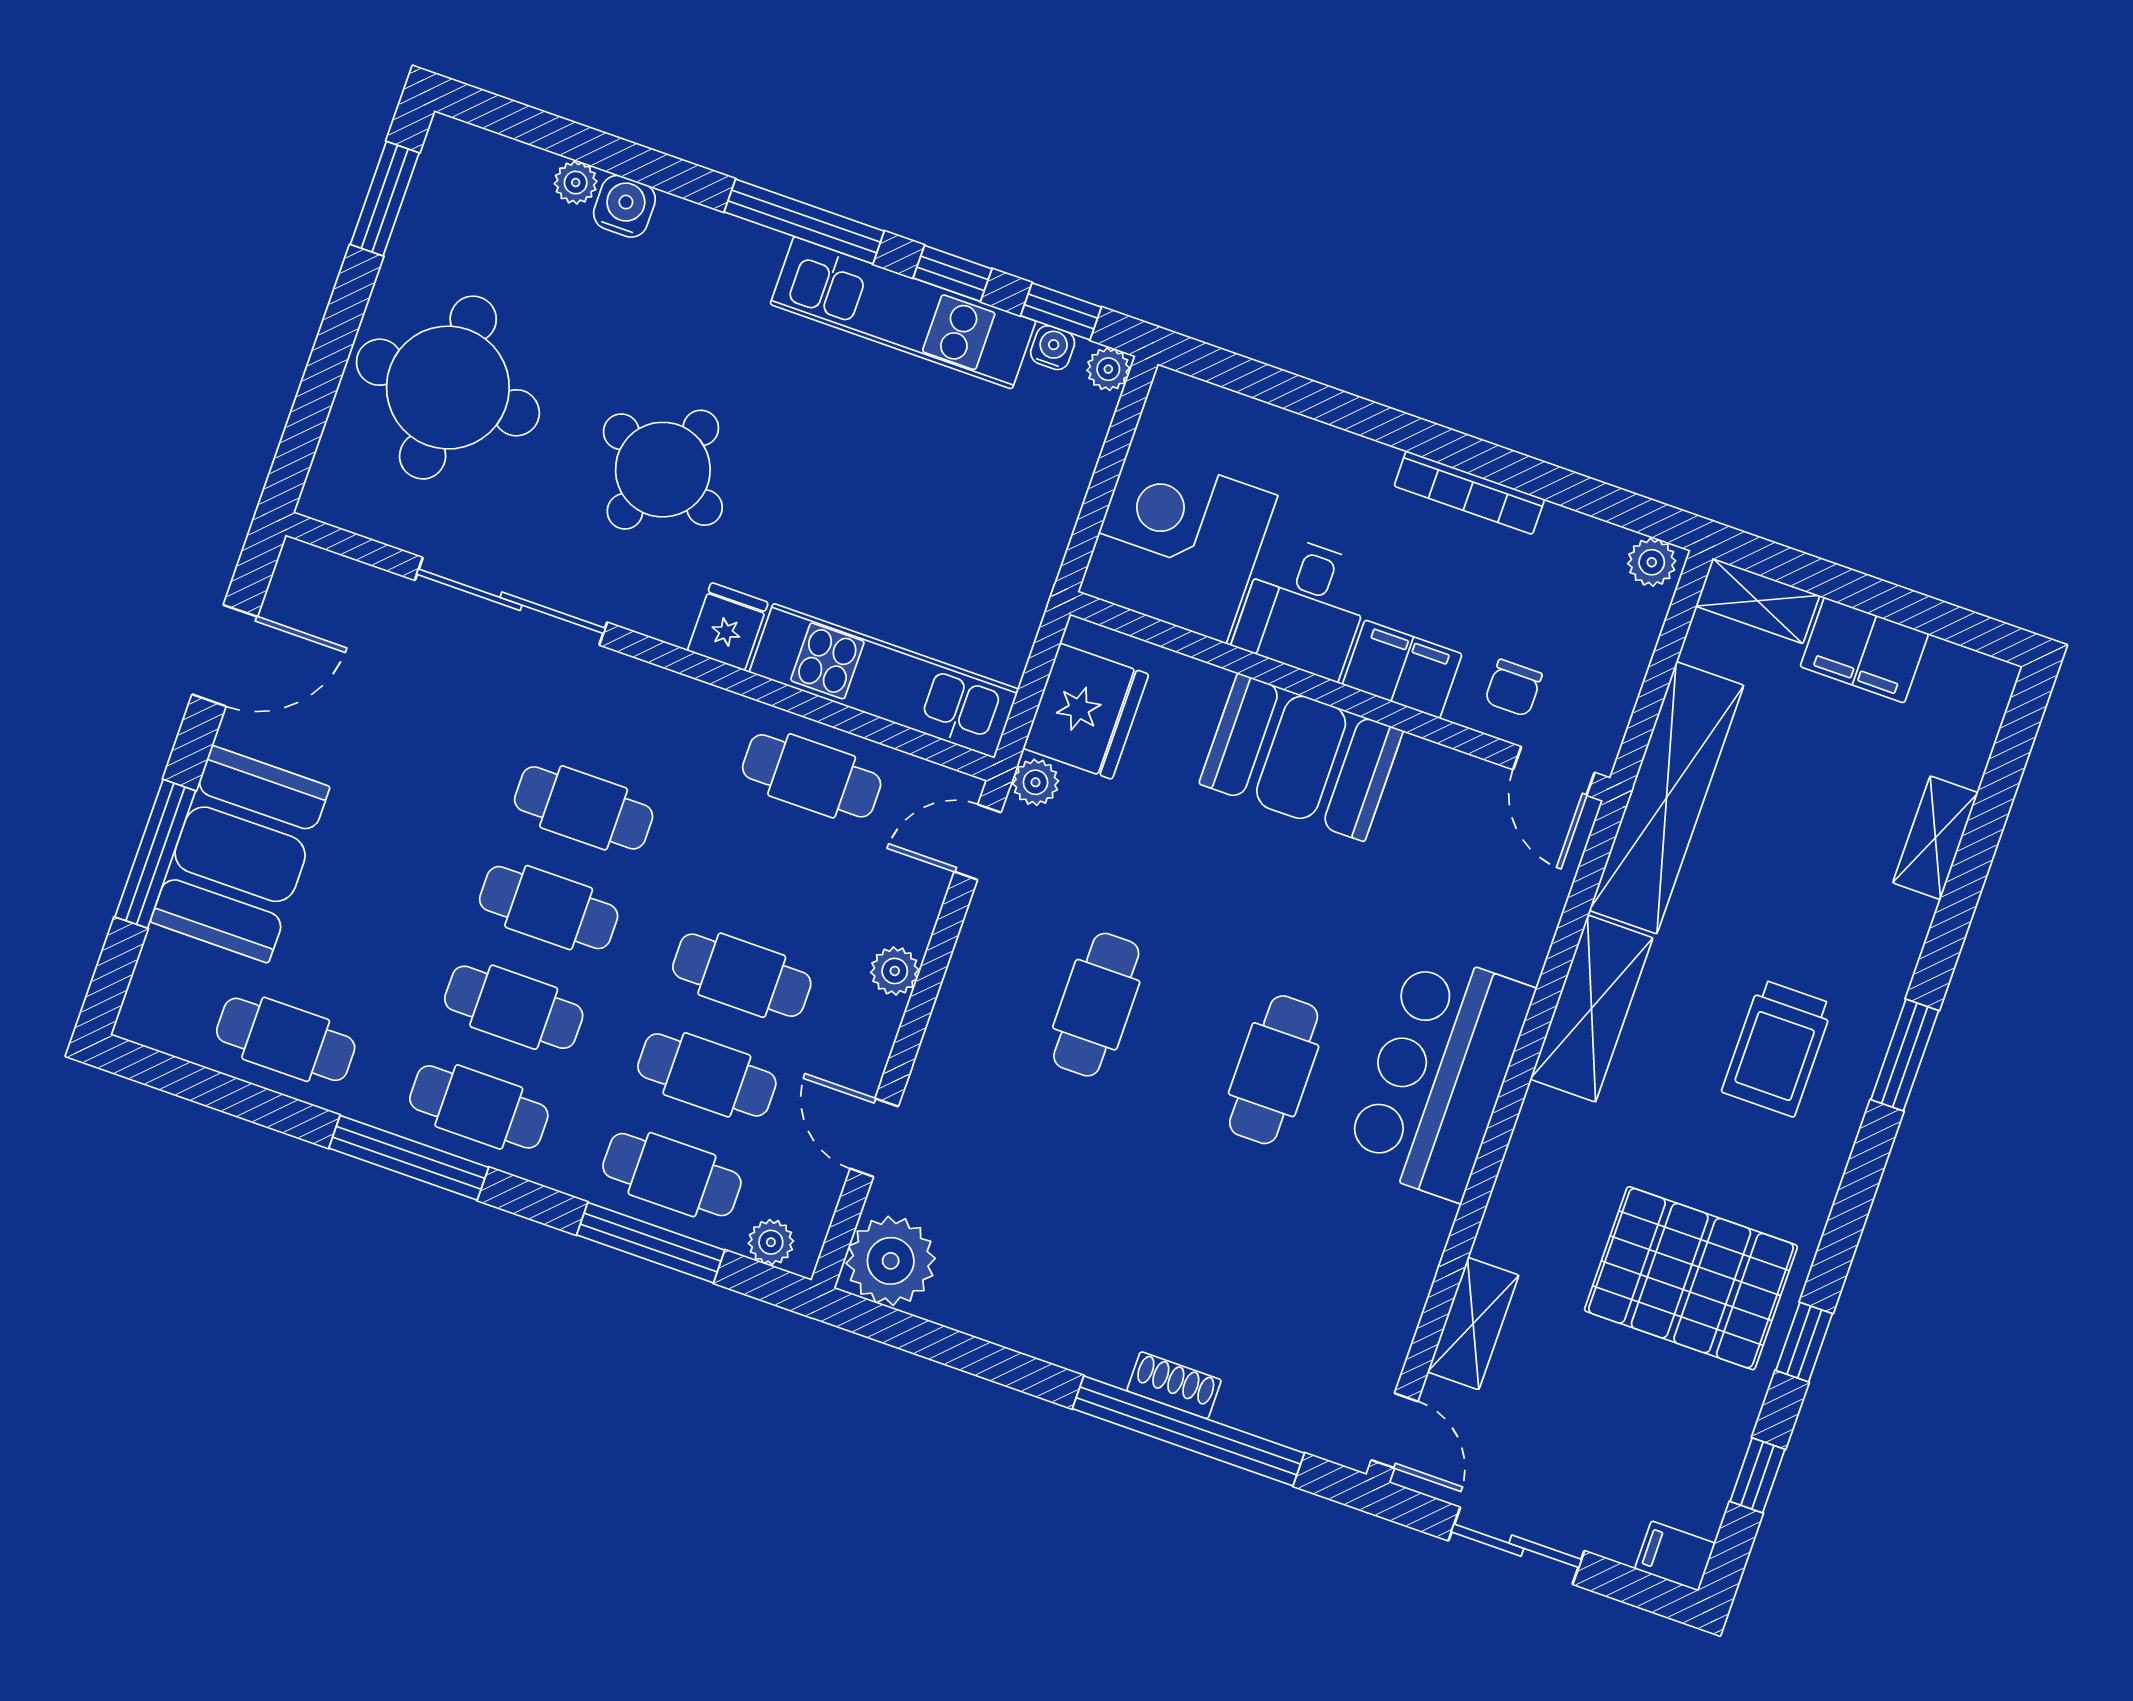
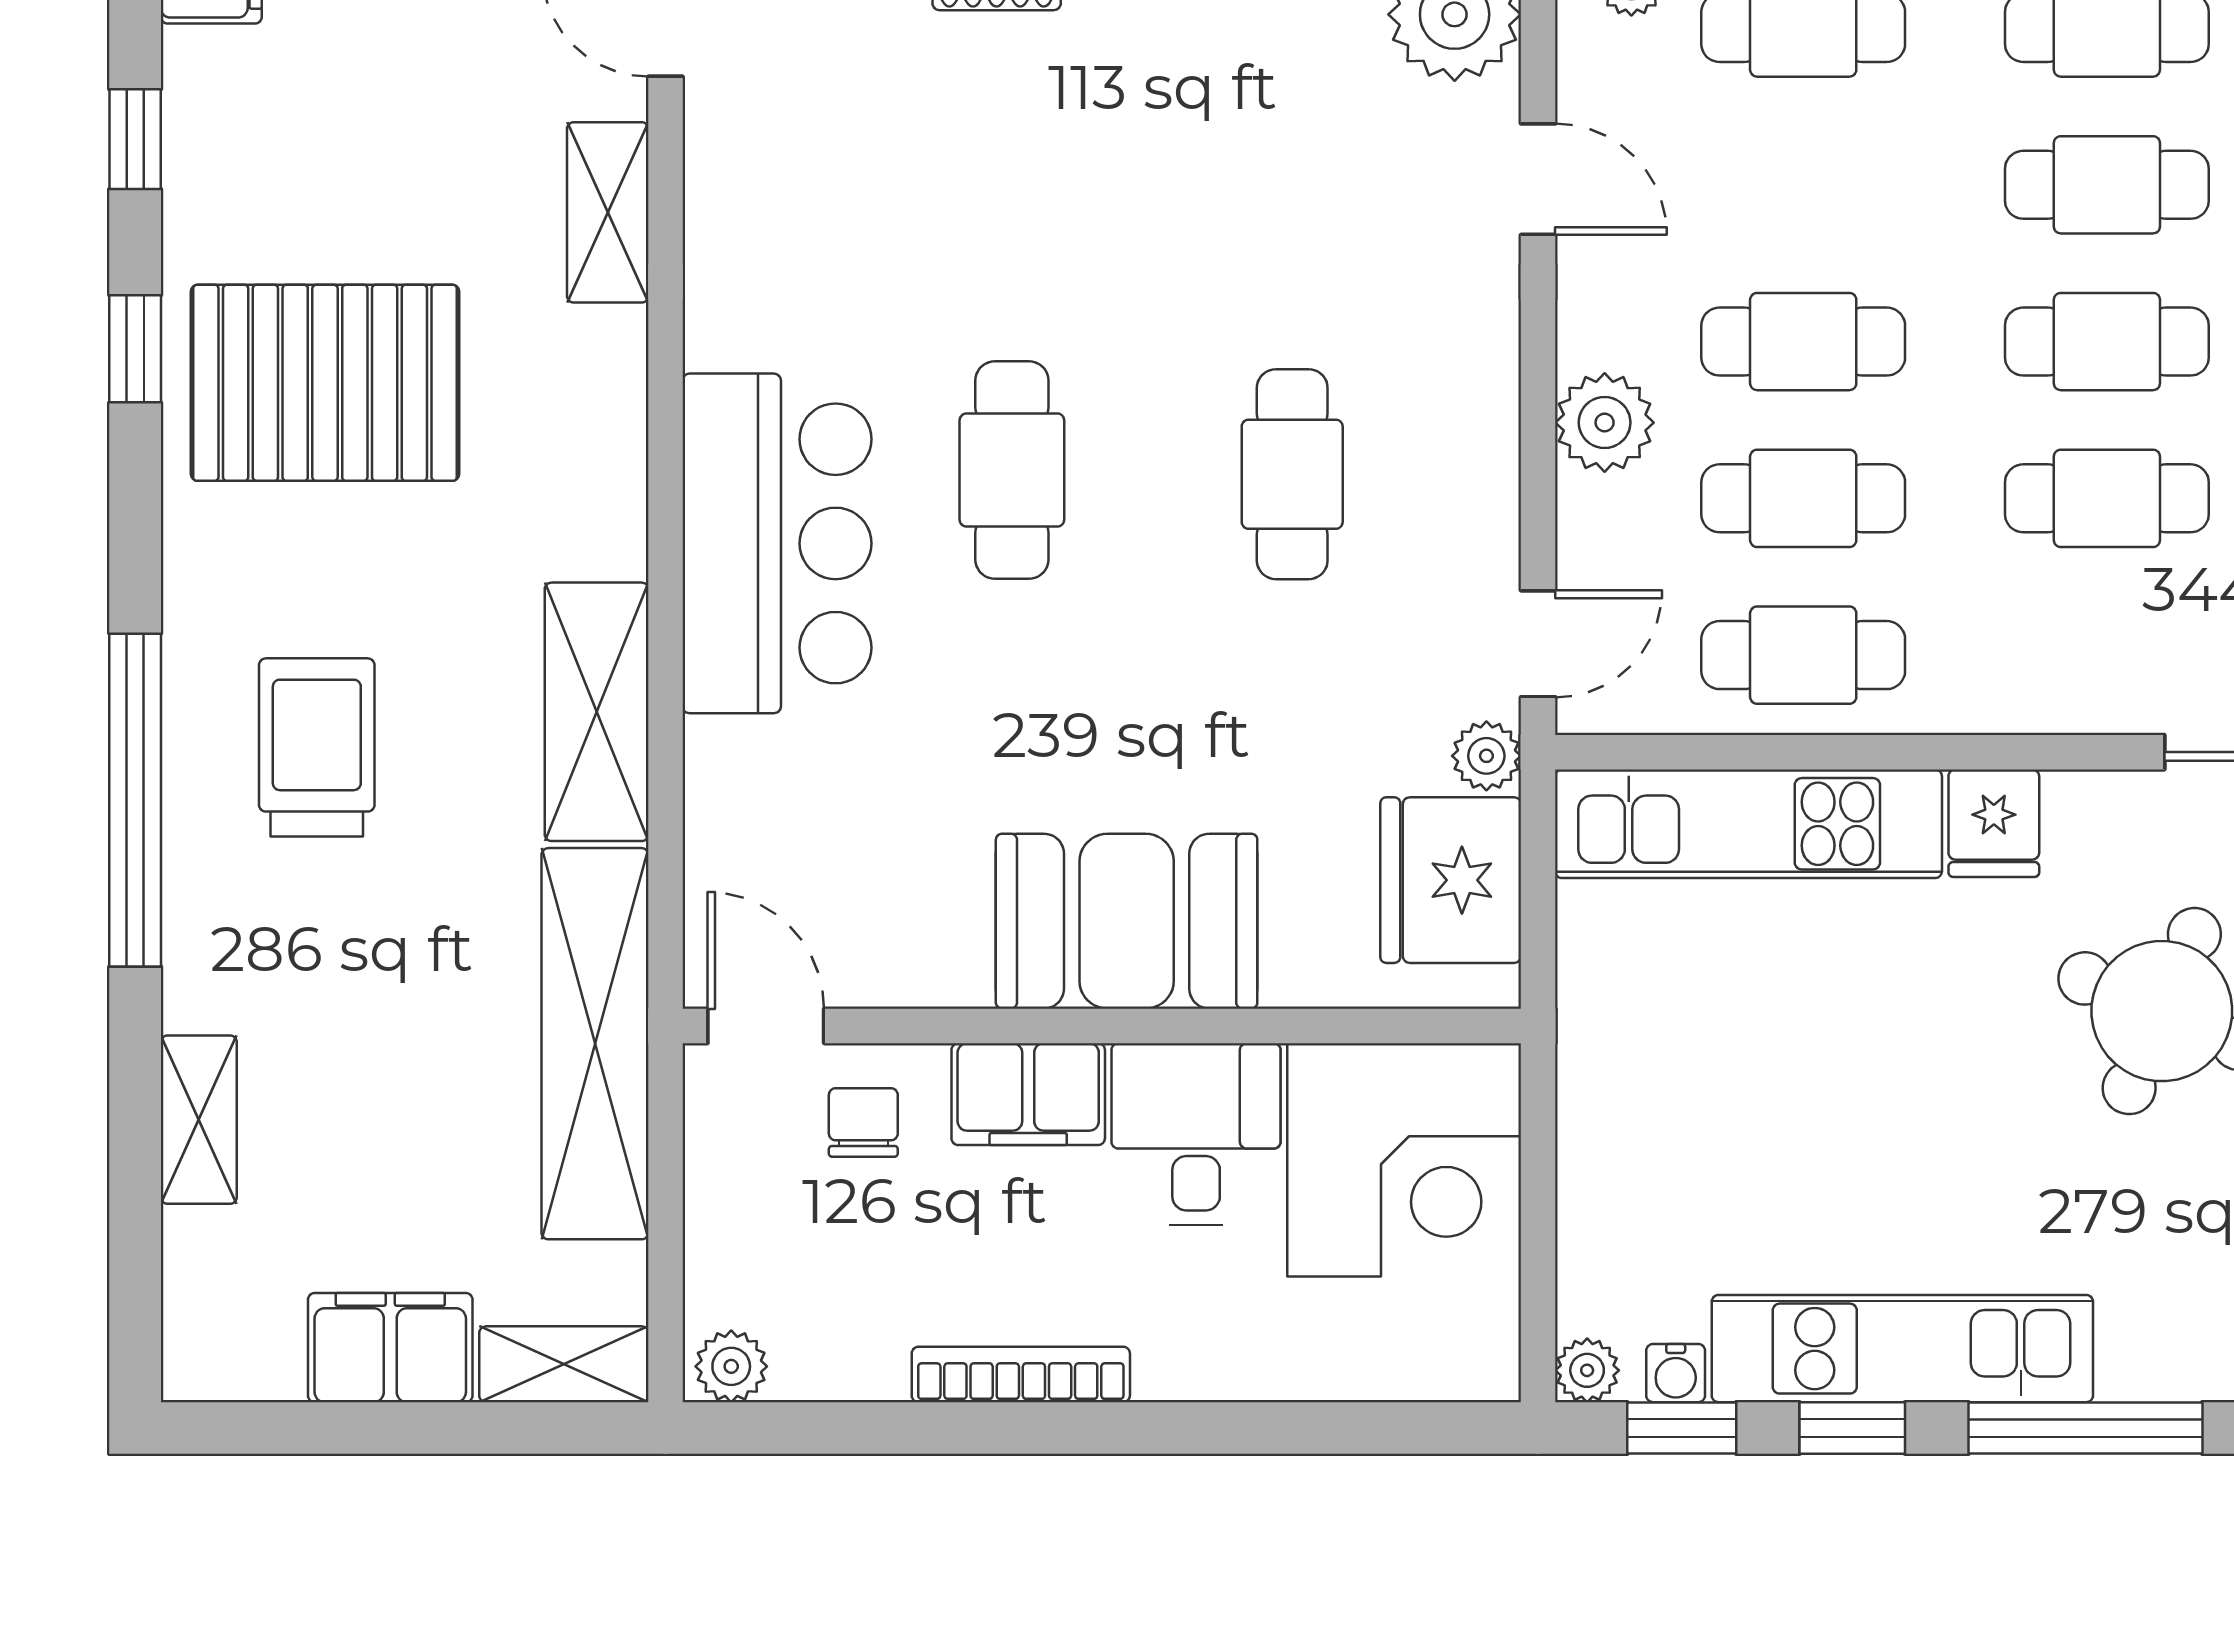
plant: (895, 971) -> (1605, 423), width x1.38, depth x1.38
window: (1905, 1055) -> (135, 800), width x2.11
cafe table: (707, 1075) -> (1803, 498), moved

